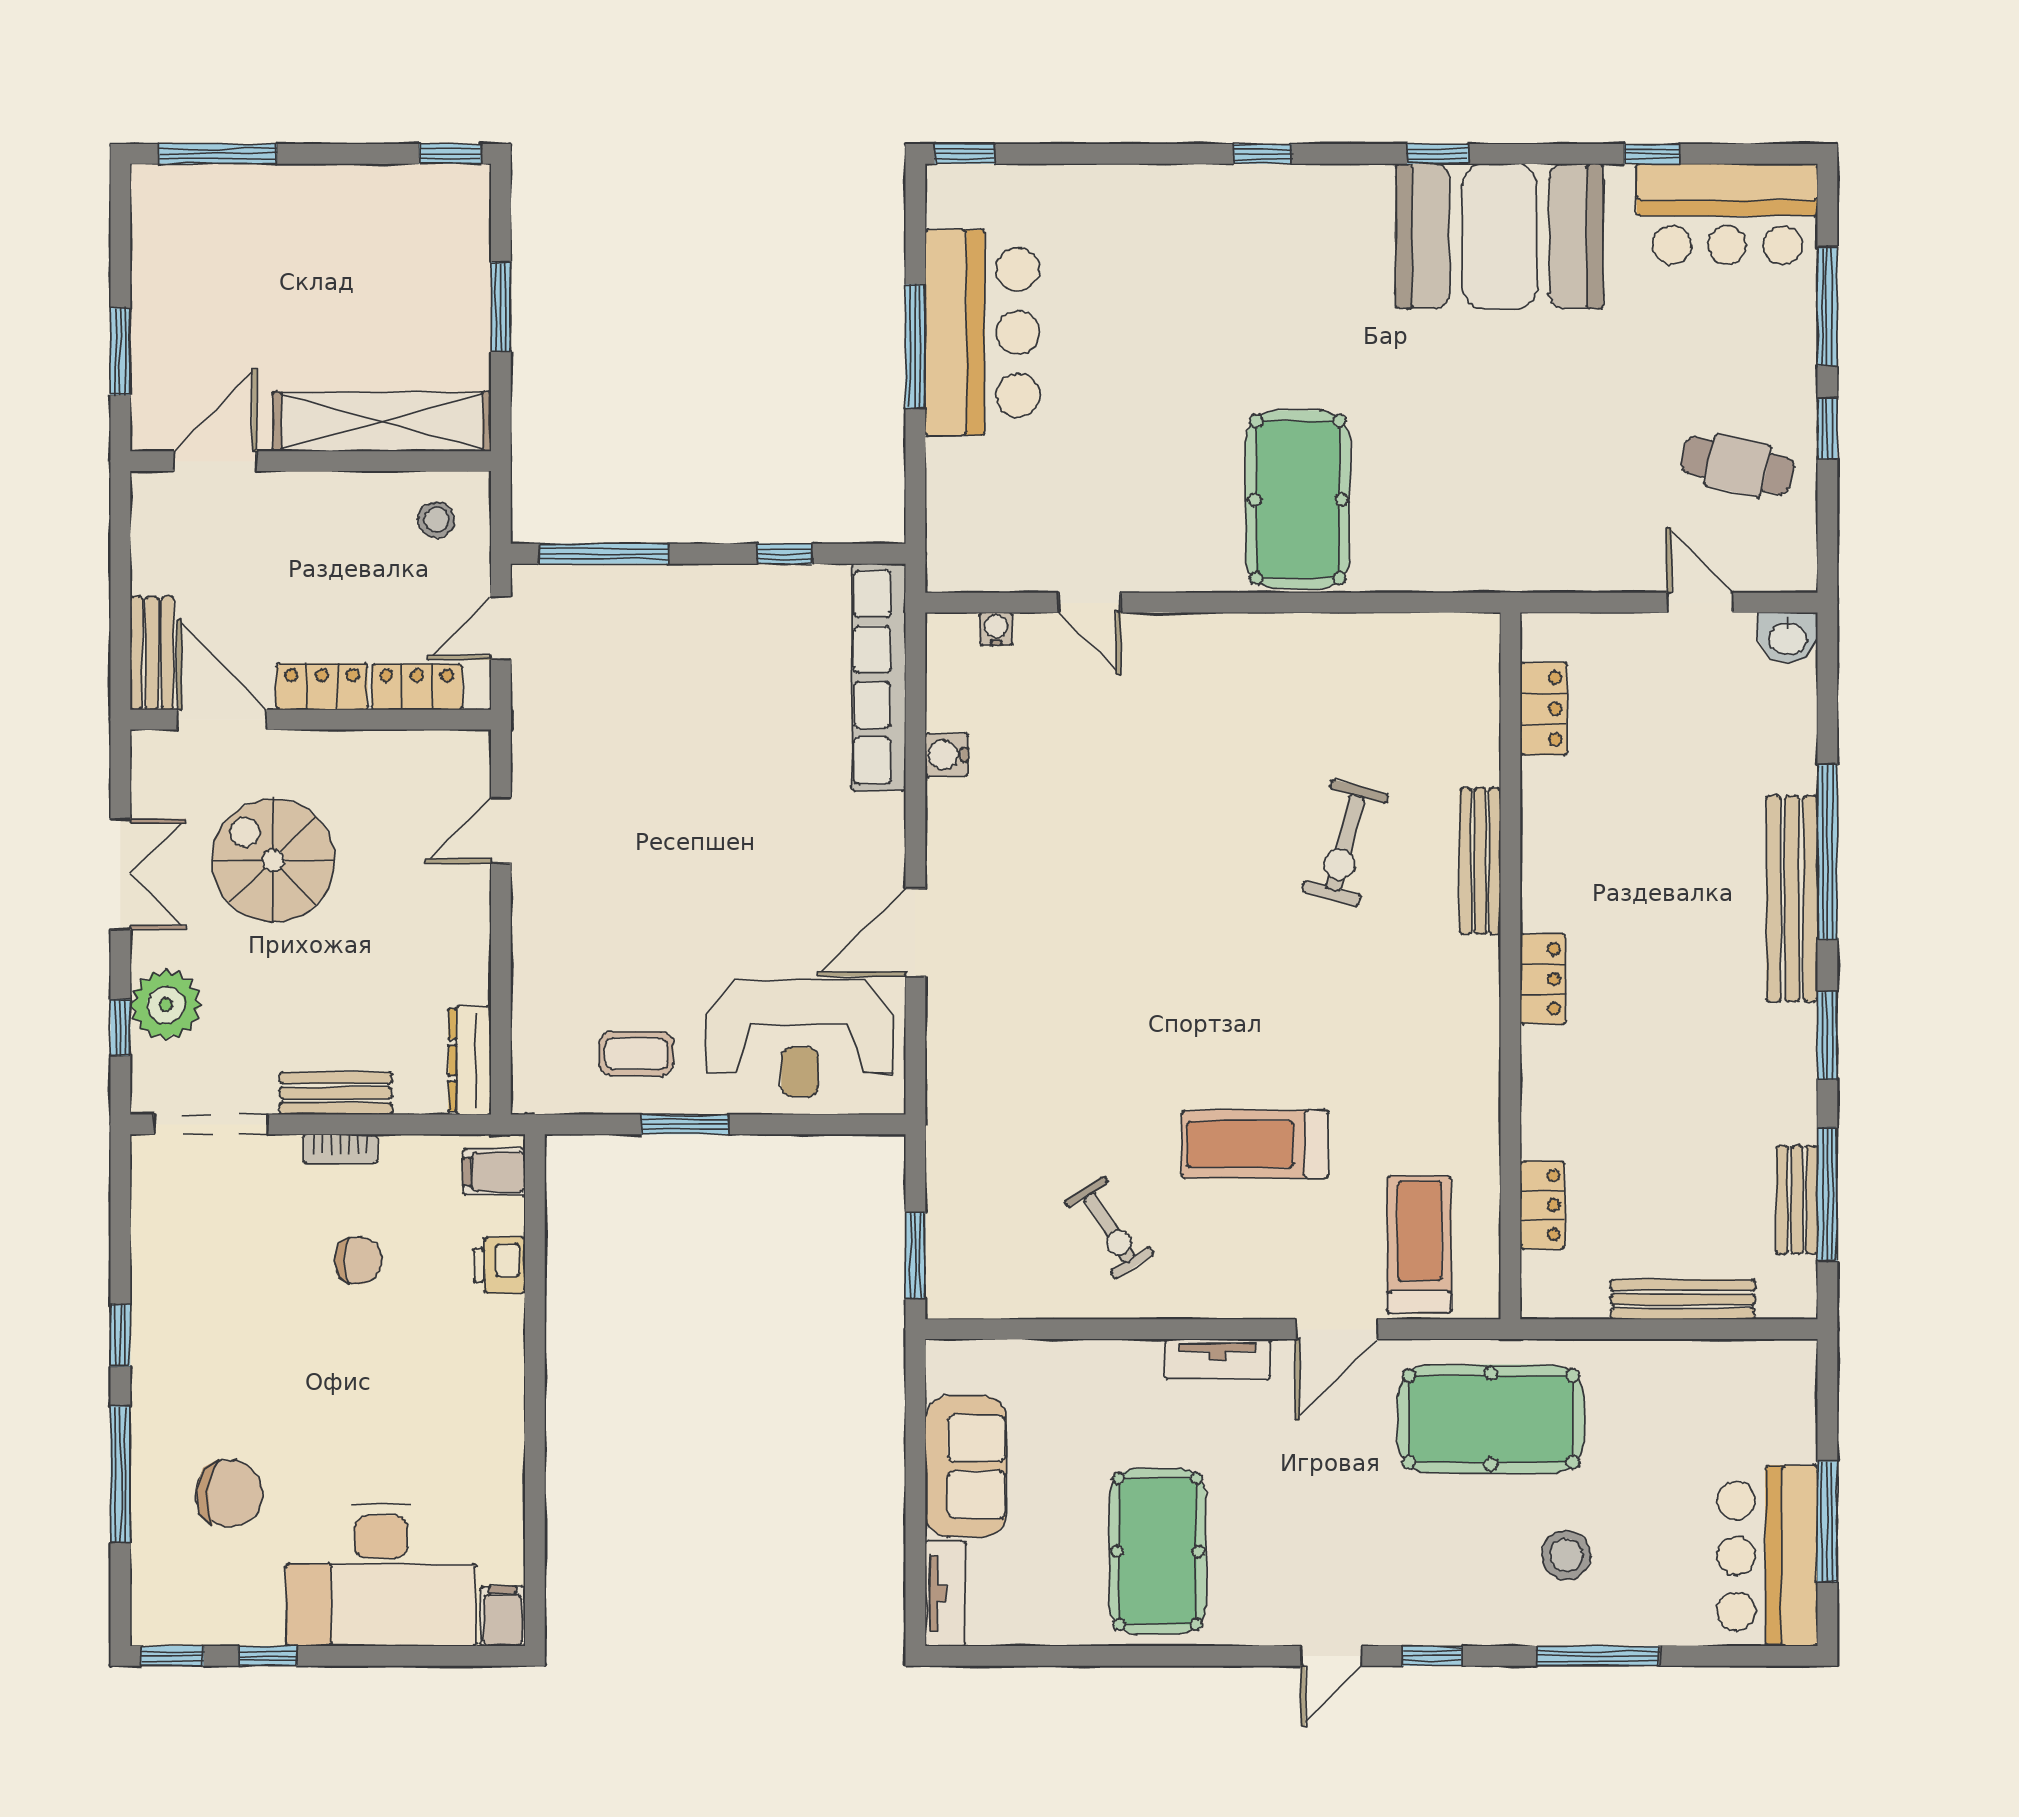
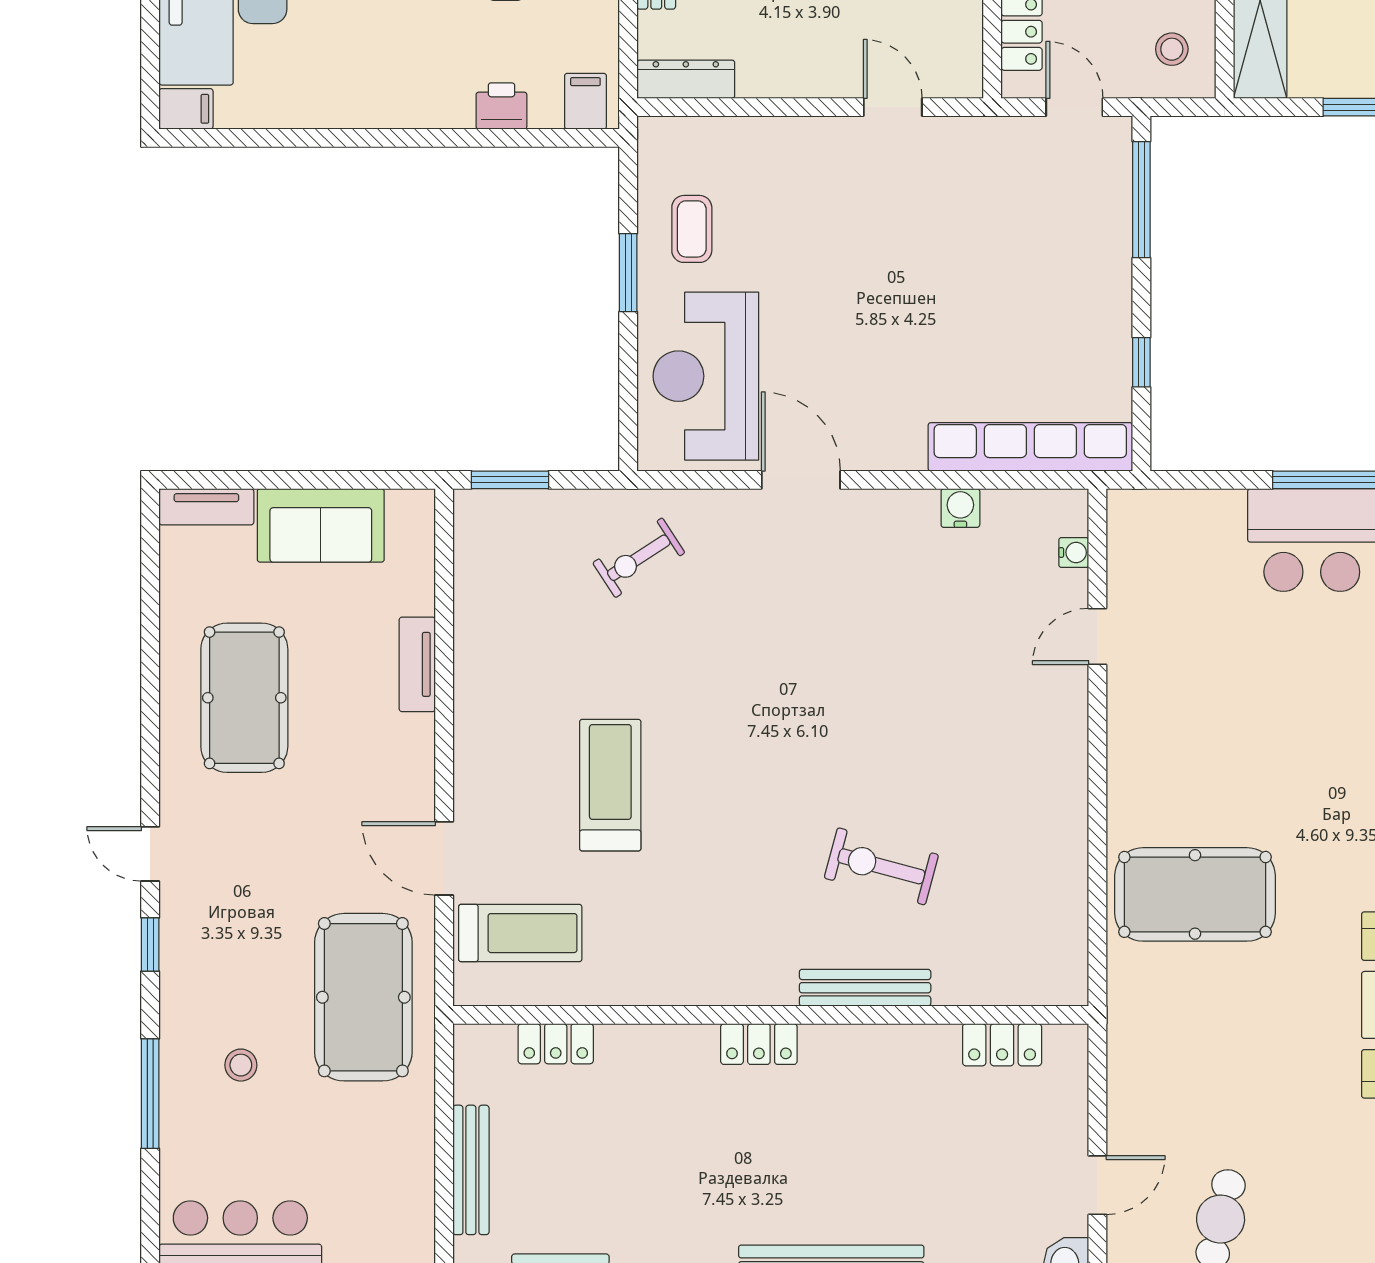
pool table: (1298, 500) -> (1195, 894), moved
exercise bike: (1110, 1228) -> (639, 558), moved
tv unit: (1217, 1359) -> (417, 664), moved
pool table: (1158, 1551) -> (244, 698), turned 90
stool: (1566, 1555) -> (241, 1065), width x0.73, depth x0.73

